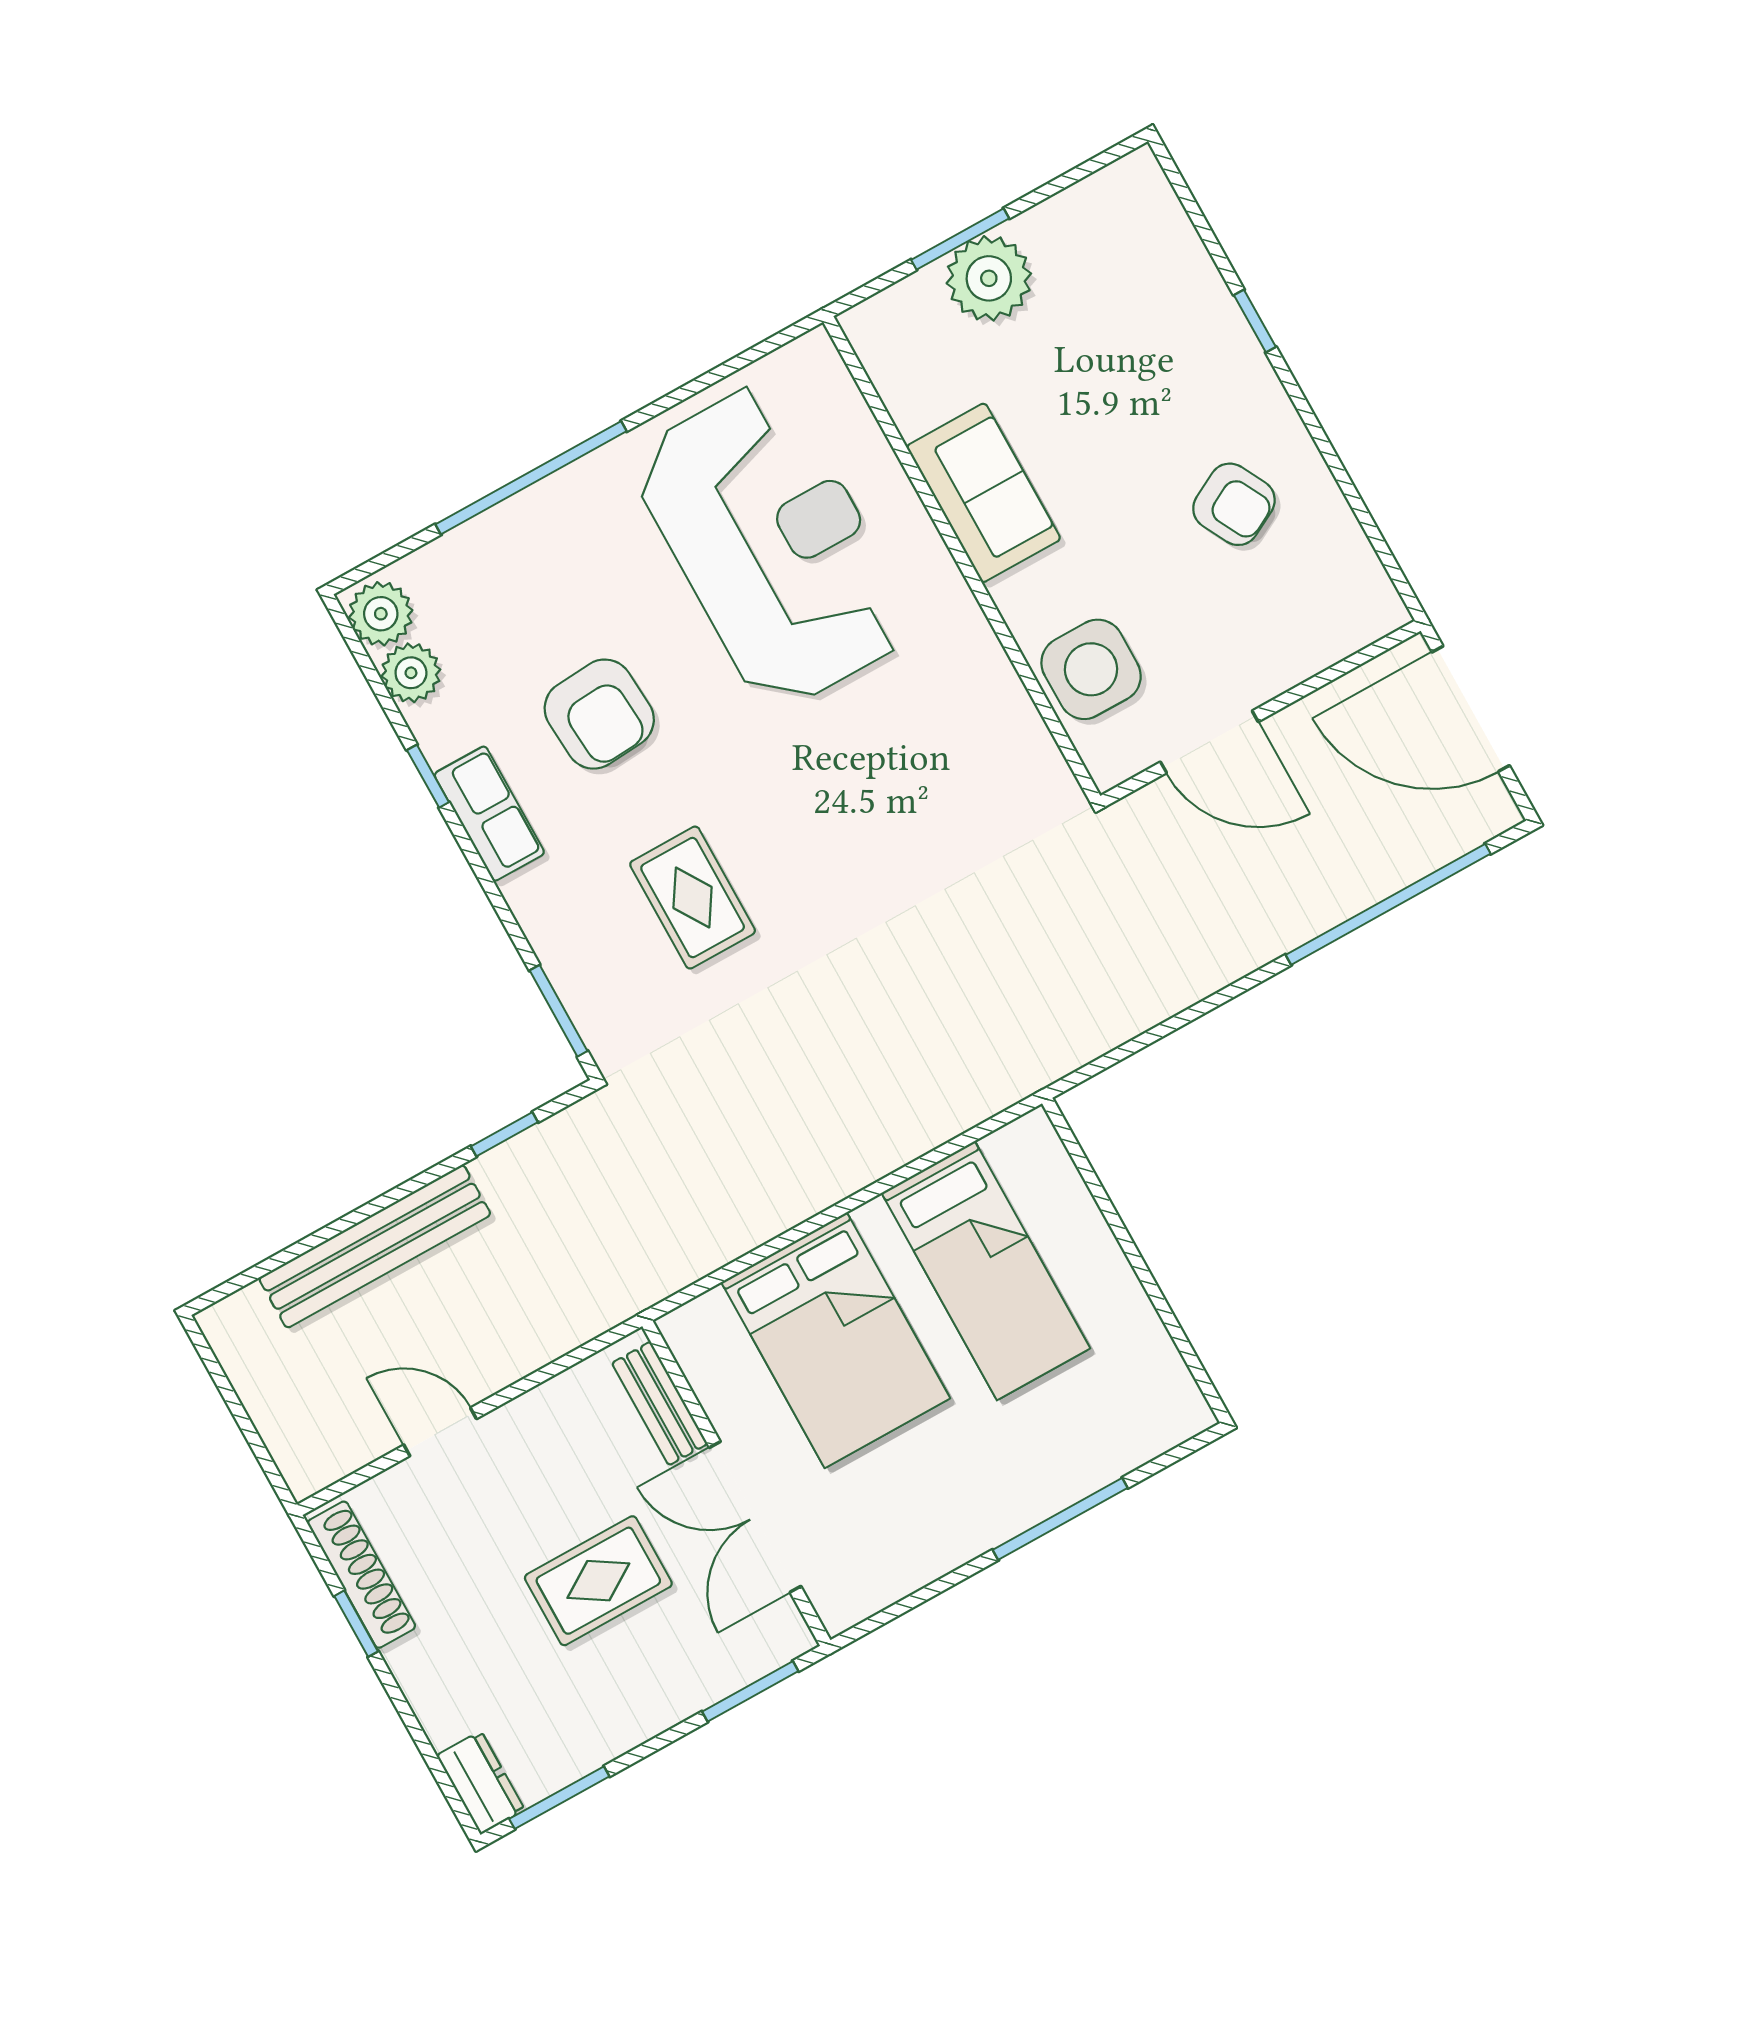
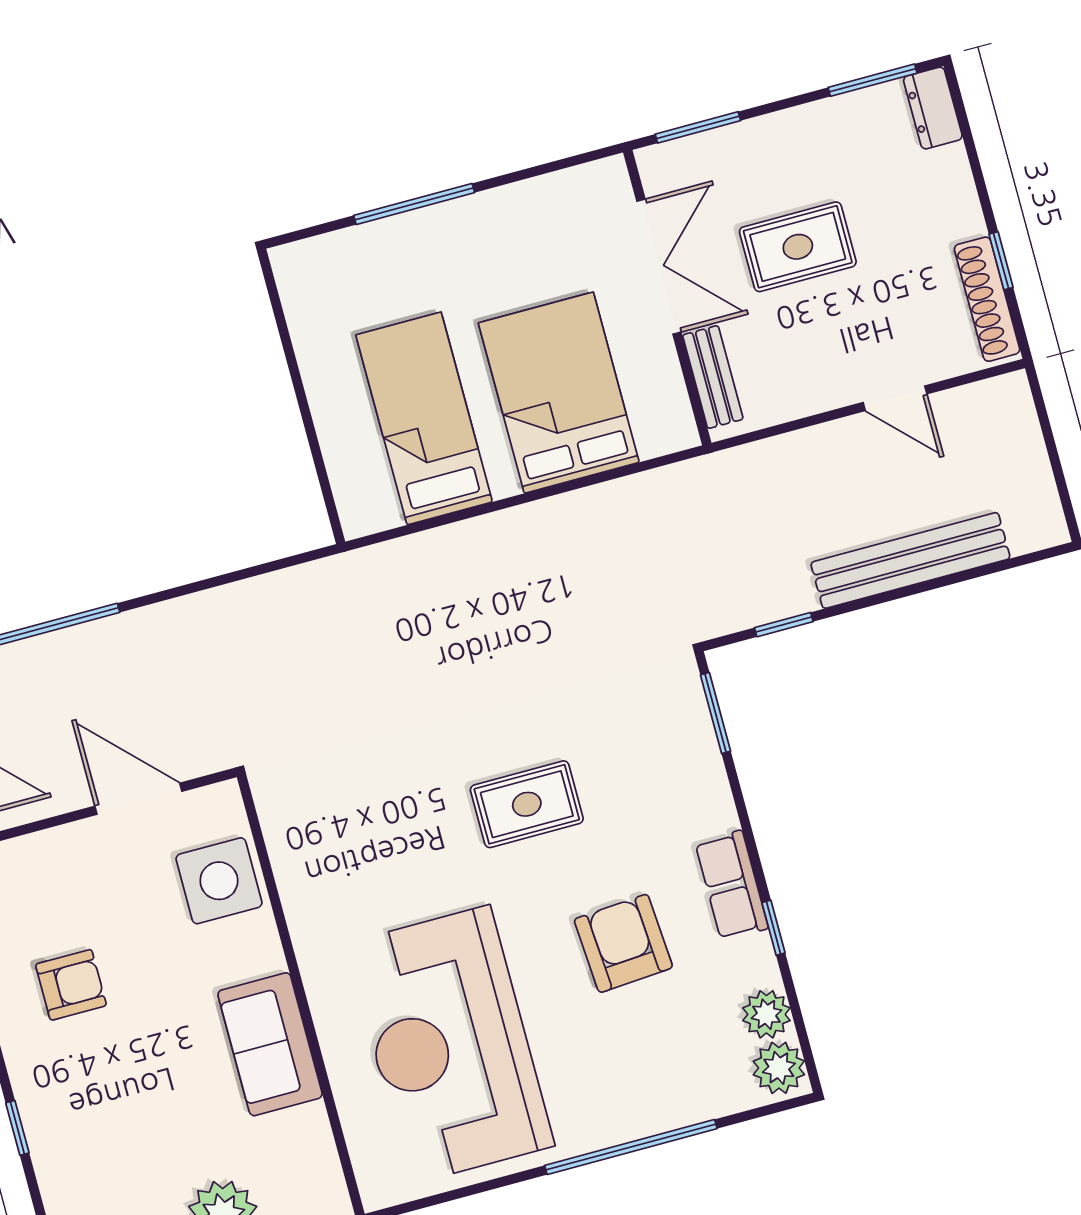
armchair: (1234, 504) -> (71, 985), turned 118
rug: (693, 898) -> (527, 804), moved, turned 90

